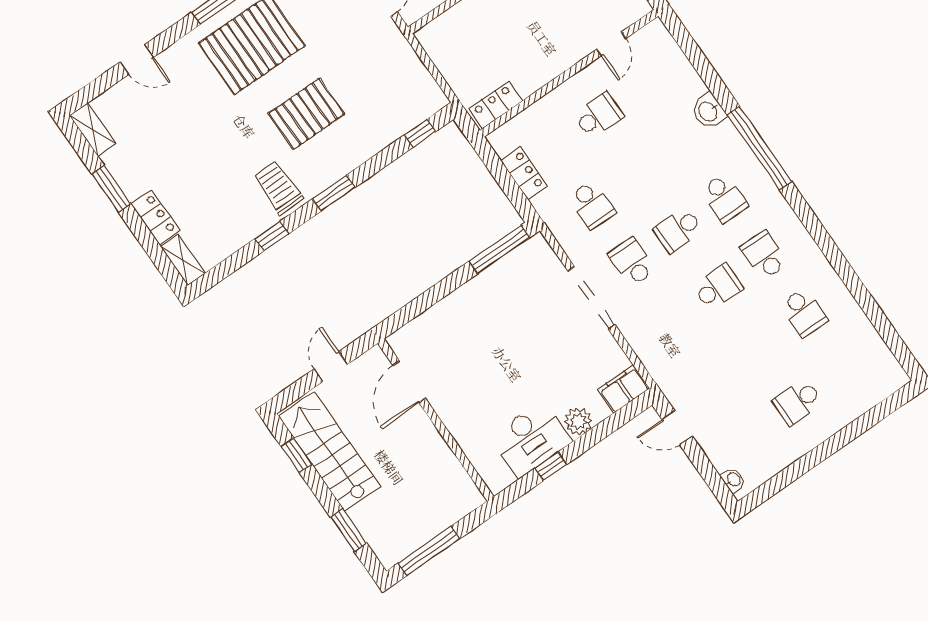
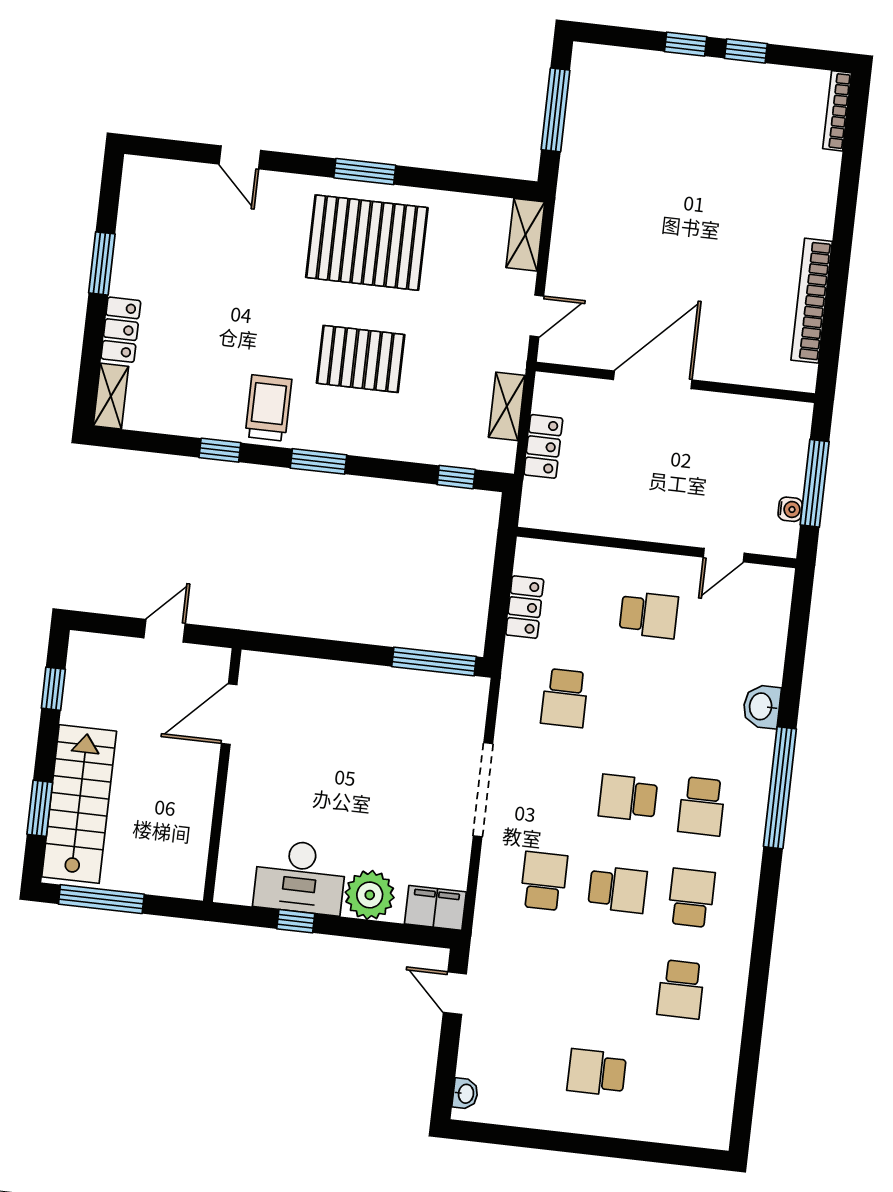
locker: (495, 105) -> (543, 446), moved, turned 90
shelving: (93, 129) -> (507, 406), moved
school desk: (632, 262) -> (544, 881), moved
plant: (578, 421) -> (370, 895), width x1.36, depth x1.36
stairs: (329, 451) -> (79, 804), moved

